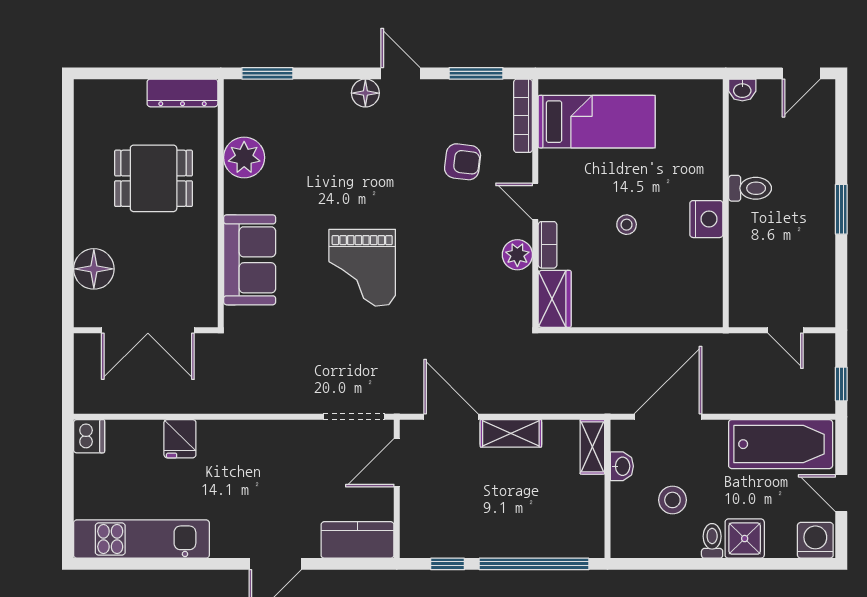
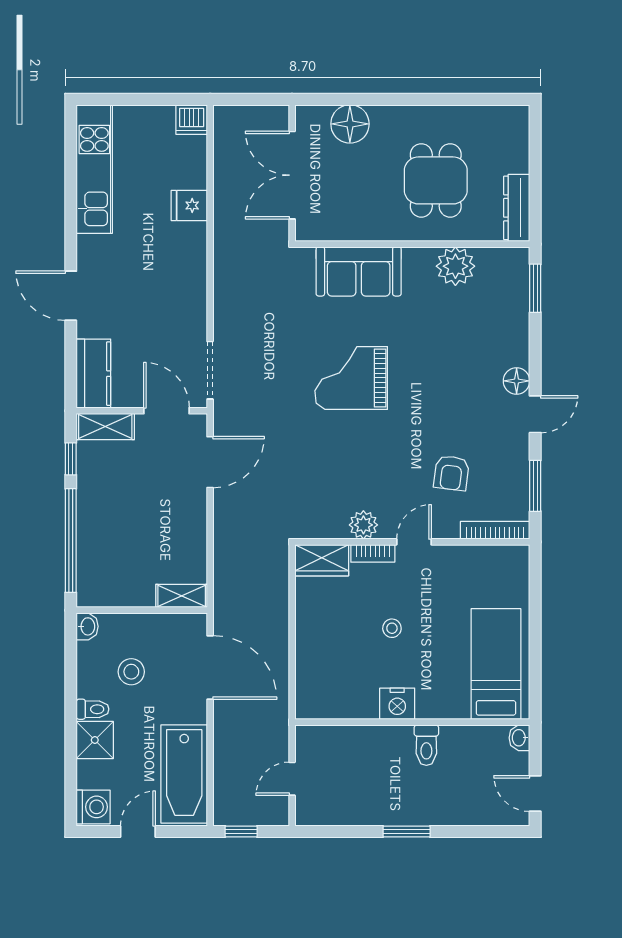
bed: (597, 122) -> (496, 664), moved, turned 180
shelving: (511, 433) -> (105, 427), moved, turned 90
washbasin: (622, 466) -> (87, 626), moved, turned -90

